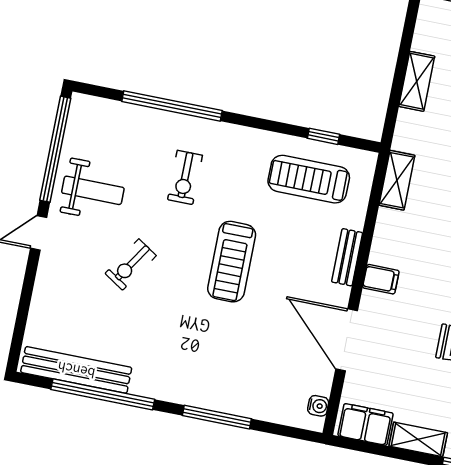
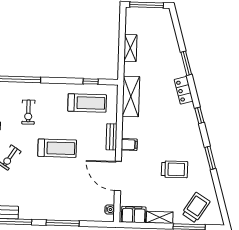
treadmill: (309, 179) -> (87, 103), turned 180
shelving: (397, 180) -> (131, 96), width x1.50, depth x1.33
treadmill: (232, 262) -> (57, 148), turned -90

